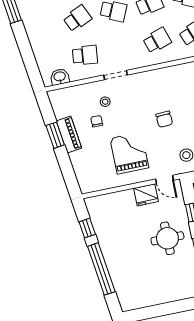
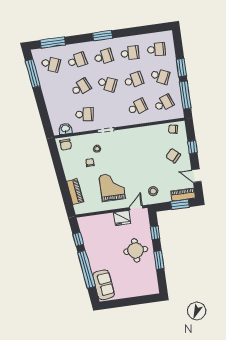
chair: (164, 119) -> (66, 145), moved
piano: (69, 134) -> (75, 191), moved
window: (55, 135) -> (59, 171), removed
door: (164, 180) -> (136, 208), swing flipped
sofa: (126, 289) -> (104, 285), added

